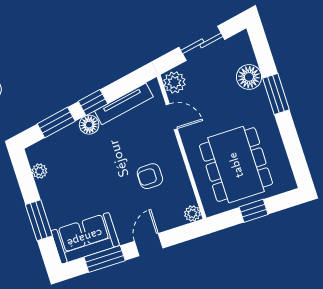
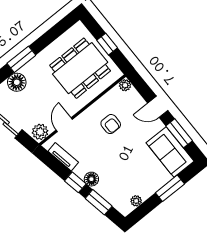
tv unit: (124, 104) -> (63, 157), width x0.71

